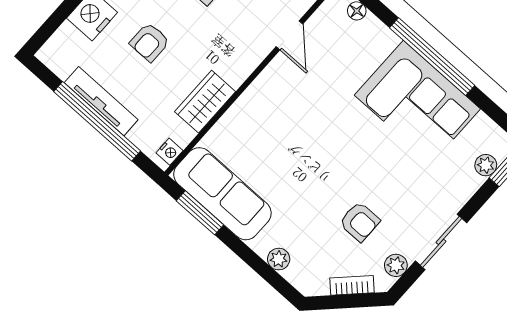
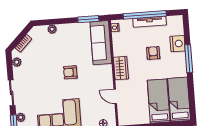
wardrobe: (205, 102) -> (121, 68), moved
sofa: (222, 194) -> (101, 43), moved, turned 90
armchair: (360, 222) -> (70, 72), moved
sliding door: (441, 242) -> (12, 93), moved

